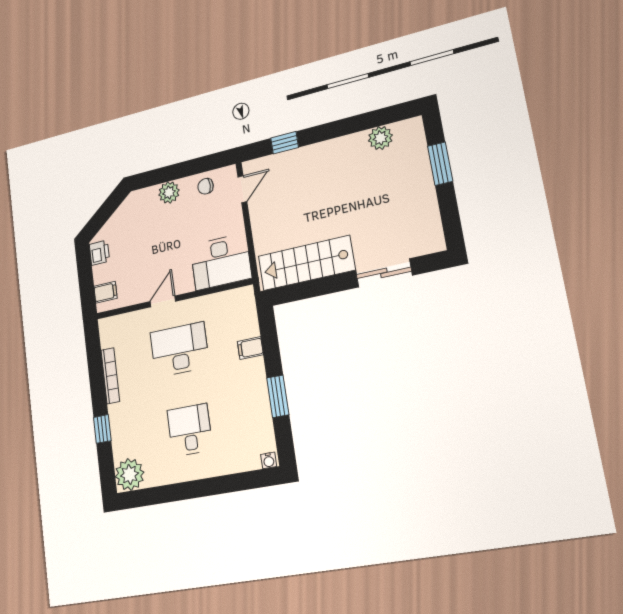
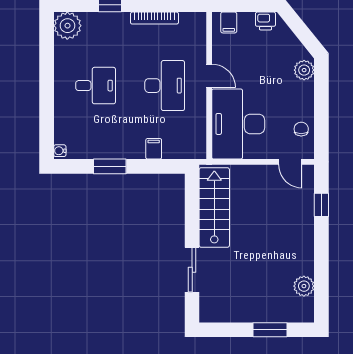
plant: (169, 192) -> (304, 70), moved
desk: (221, 262) -> (238, 124), width x1.36, depth x1.30

